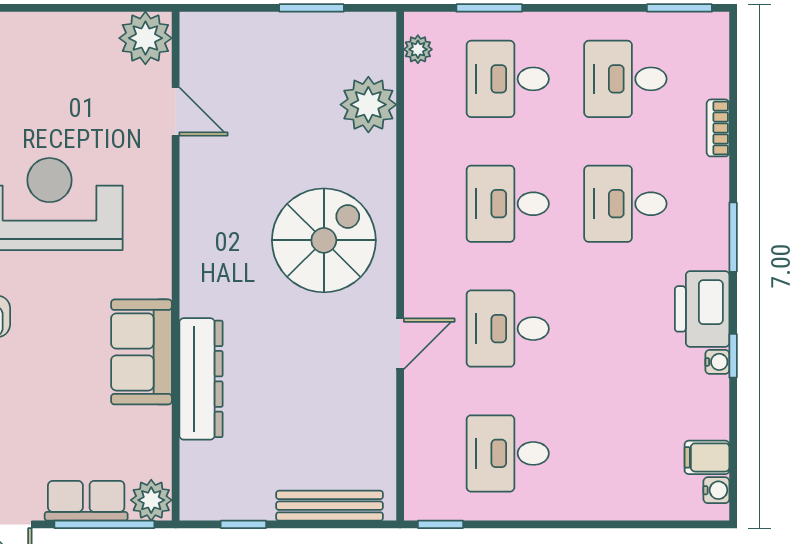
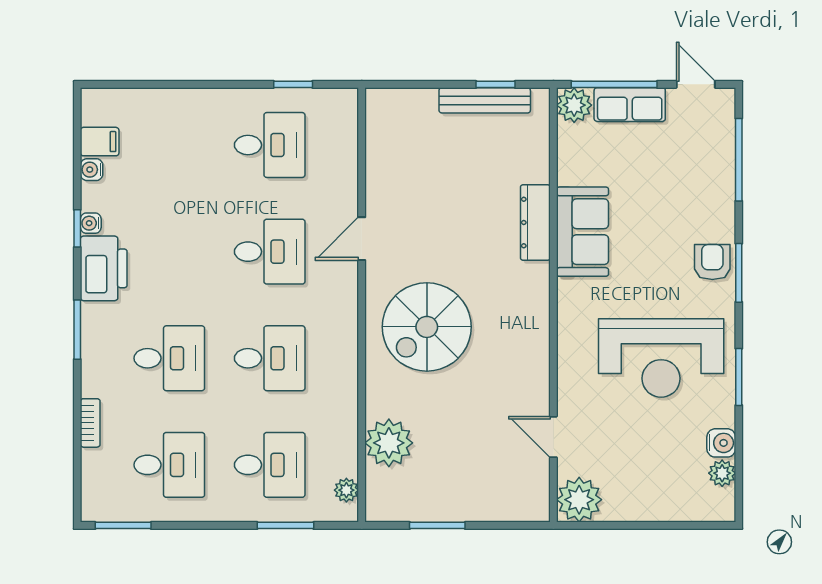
dresser: (201, 379) -> (535, 223), width x0.73, depth x0.80
water cooler: (716, 490) -> (92, 170), moved
bench: (330, 506) -> (485, 100), moved
window: (440, 524) -> (293, 84), moved

